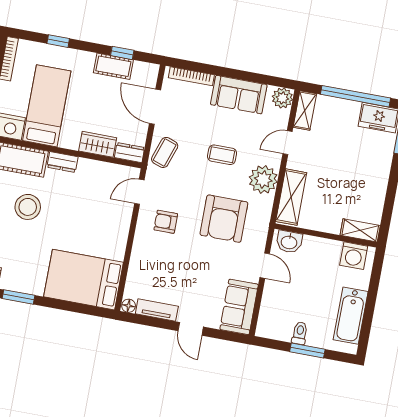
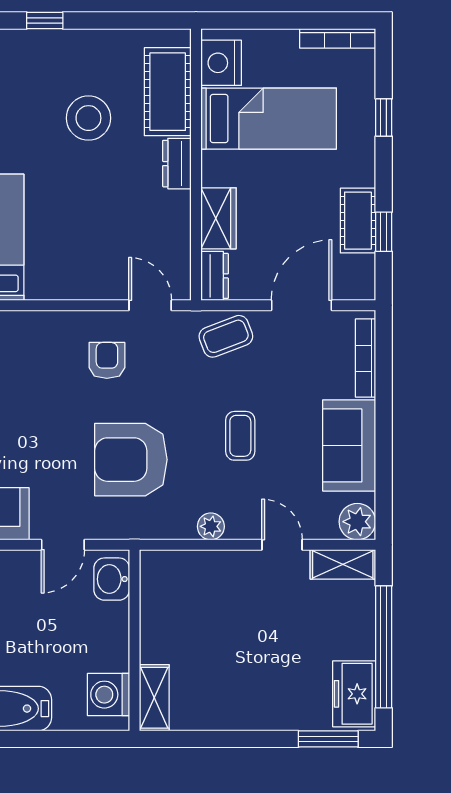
coffee table: (165, 152) -> (226, 336), turned -40
plant: (263, 179) -> (211, 526), width x0.53, depth x0.53
shelving: (291, 197) -> (190, 568), removed

